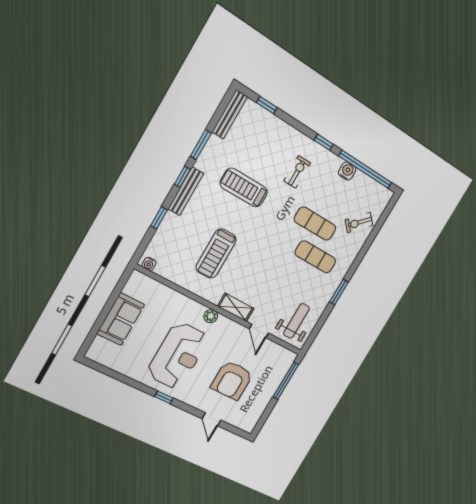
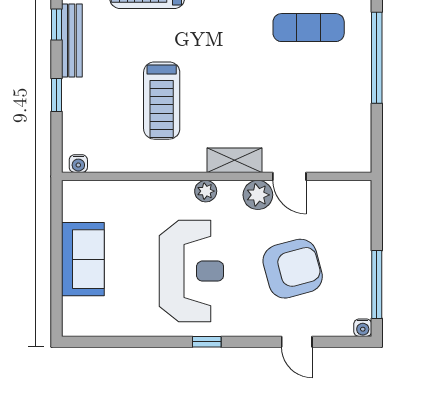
window: (339, 292) -> (377, 58), width x2.11
weight bench: (296, 321) -> (338, 133), removed
plant: (237, 332) -> (258, 195), added
armchair: (232, 380) -> (293, 269), turned -105
window: (286, 381) -> (377, 284), moved
water cooler: (249, 428) -> (363, 328), added

